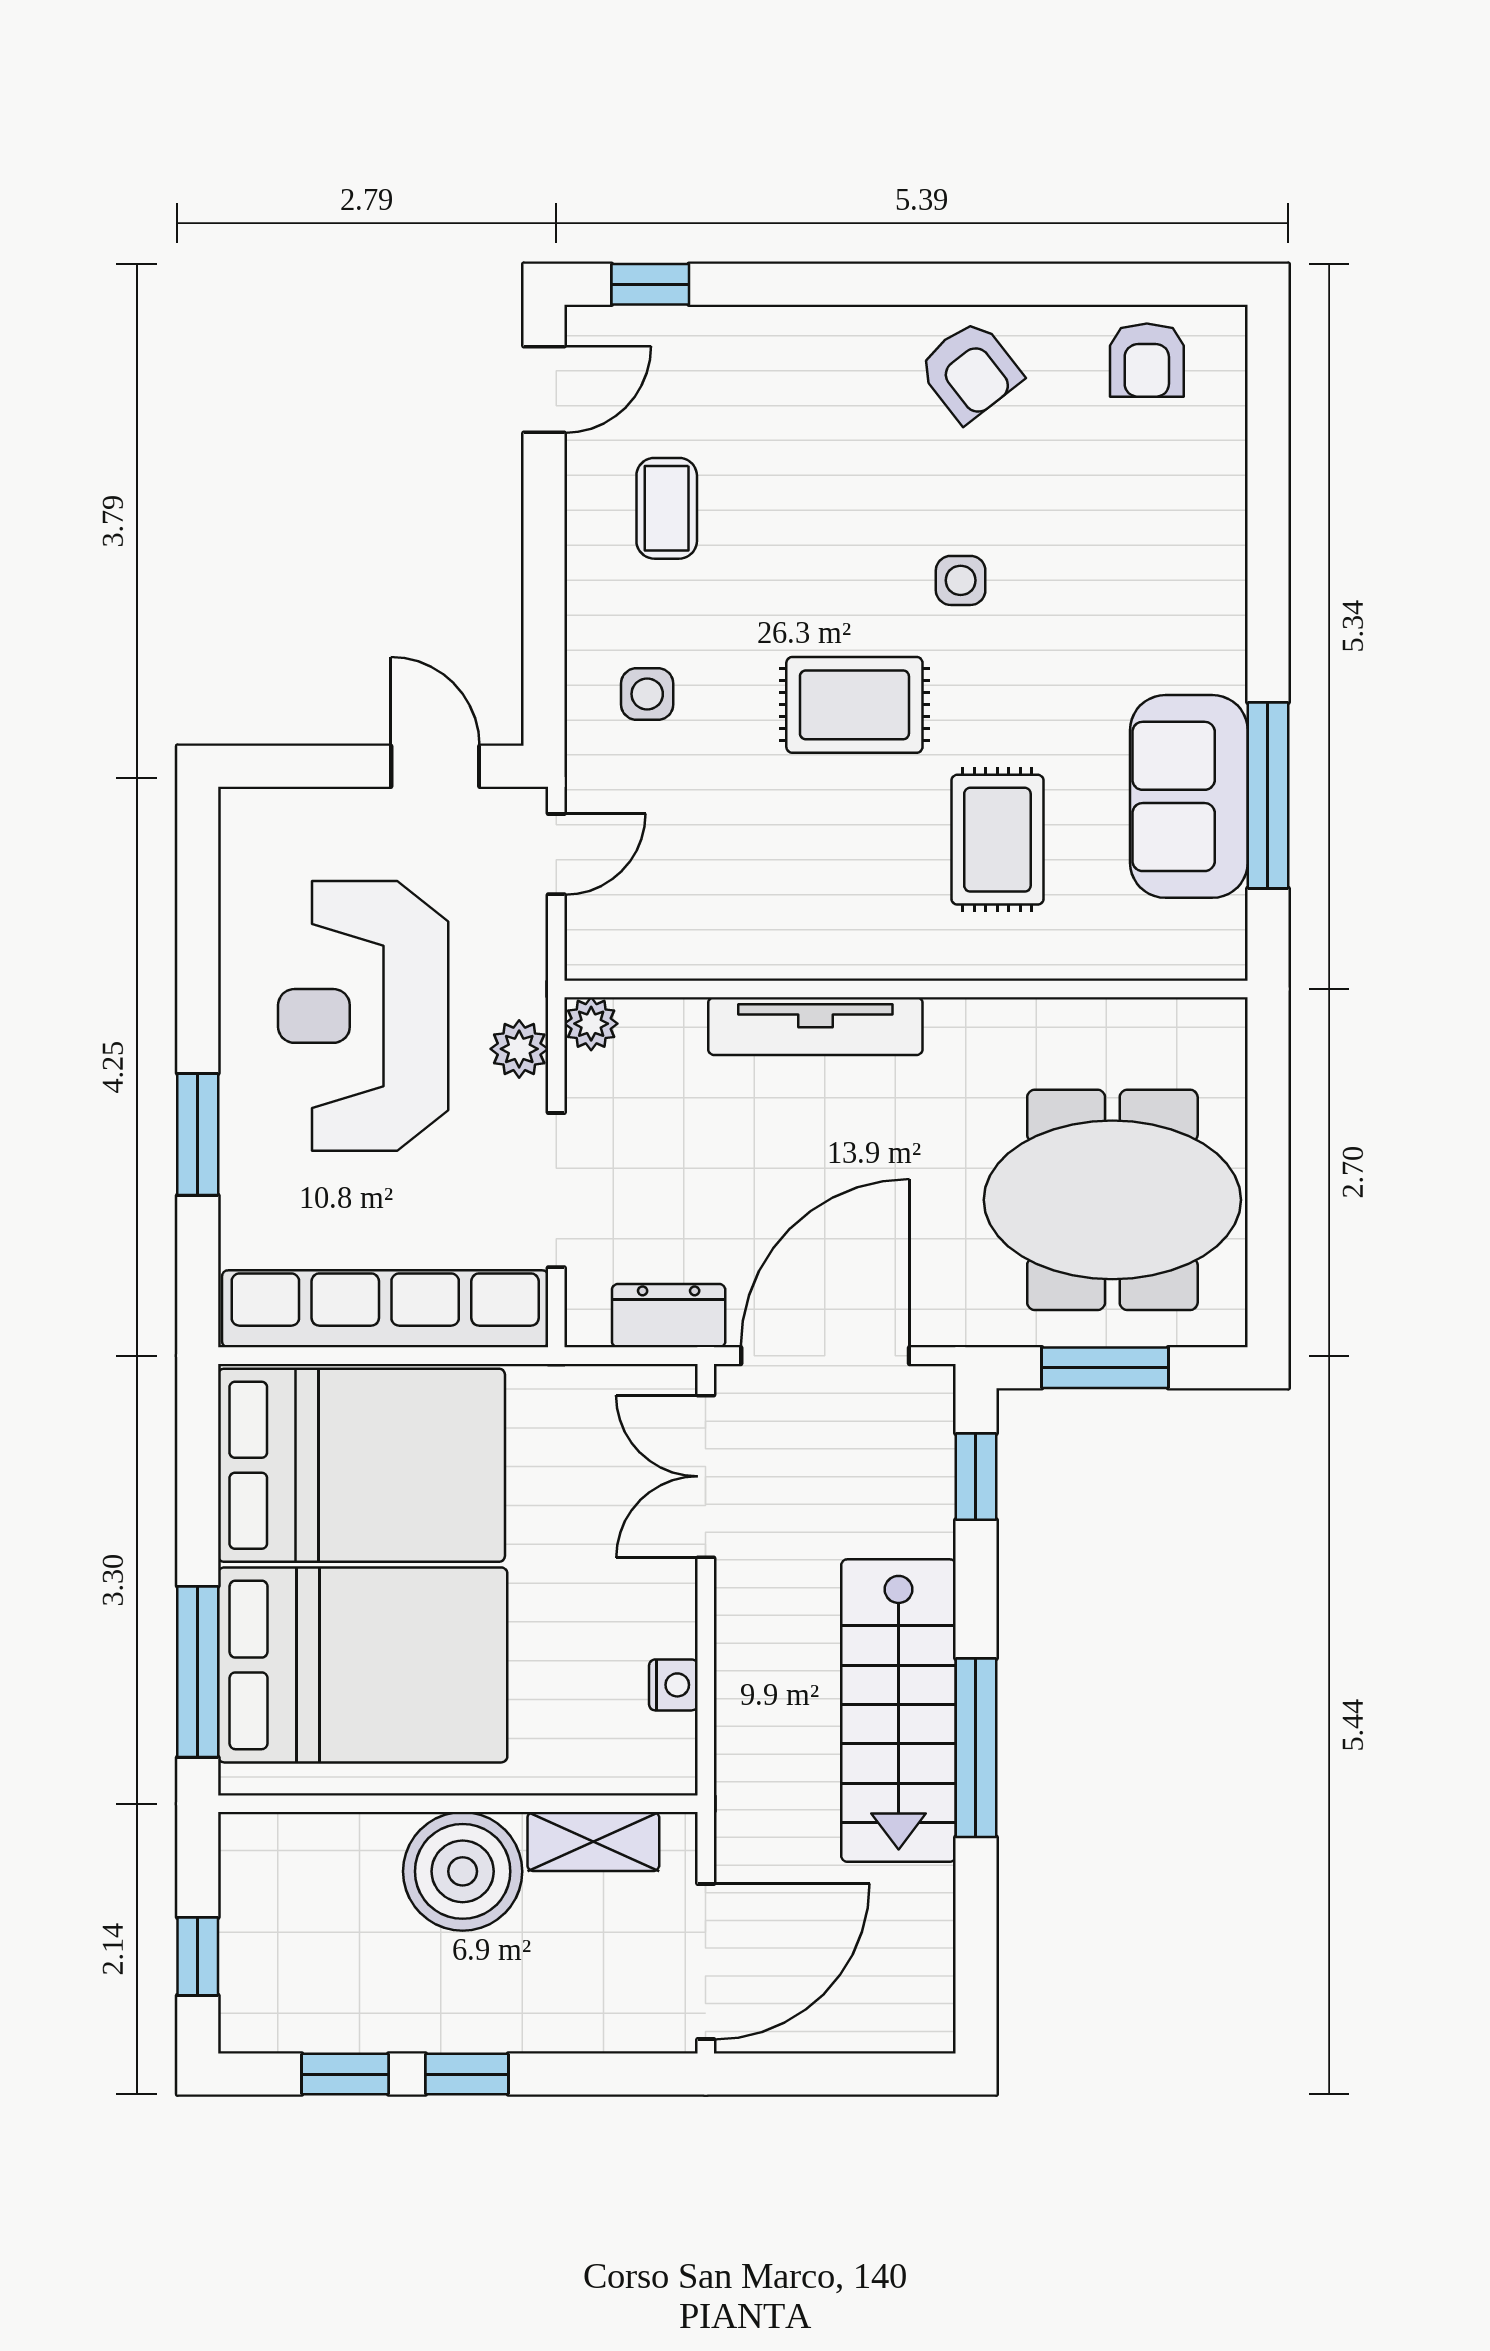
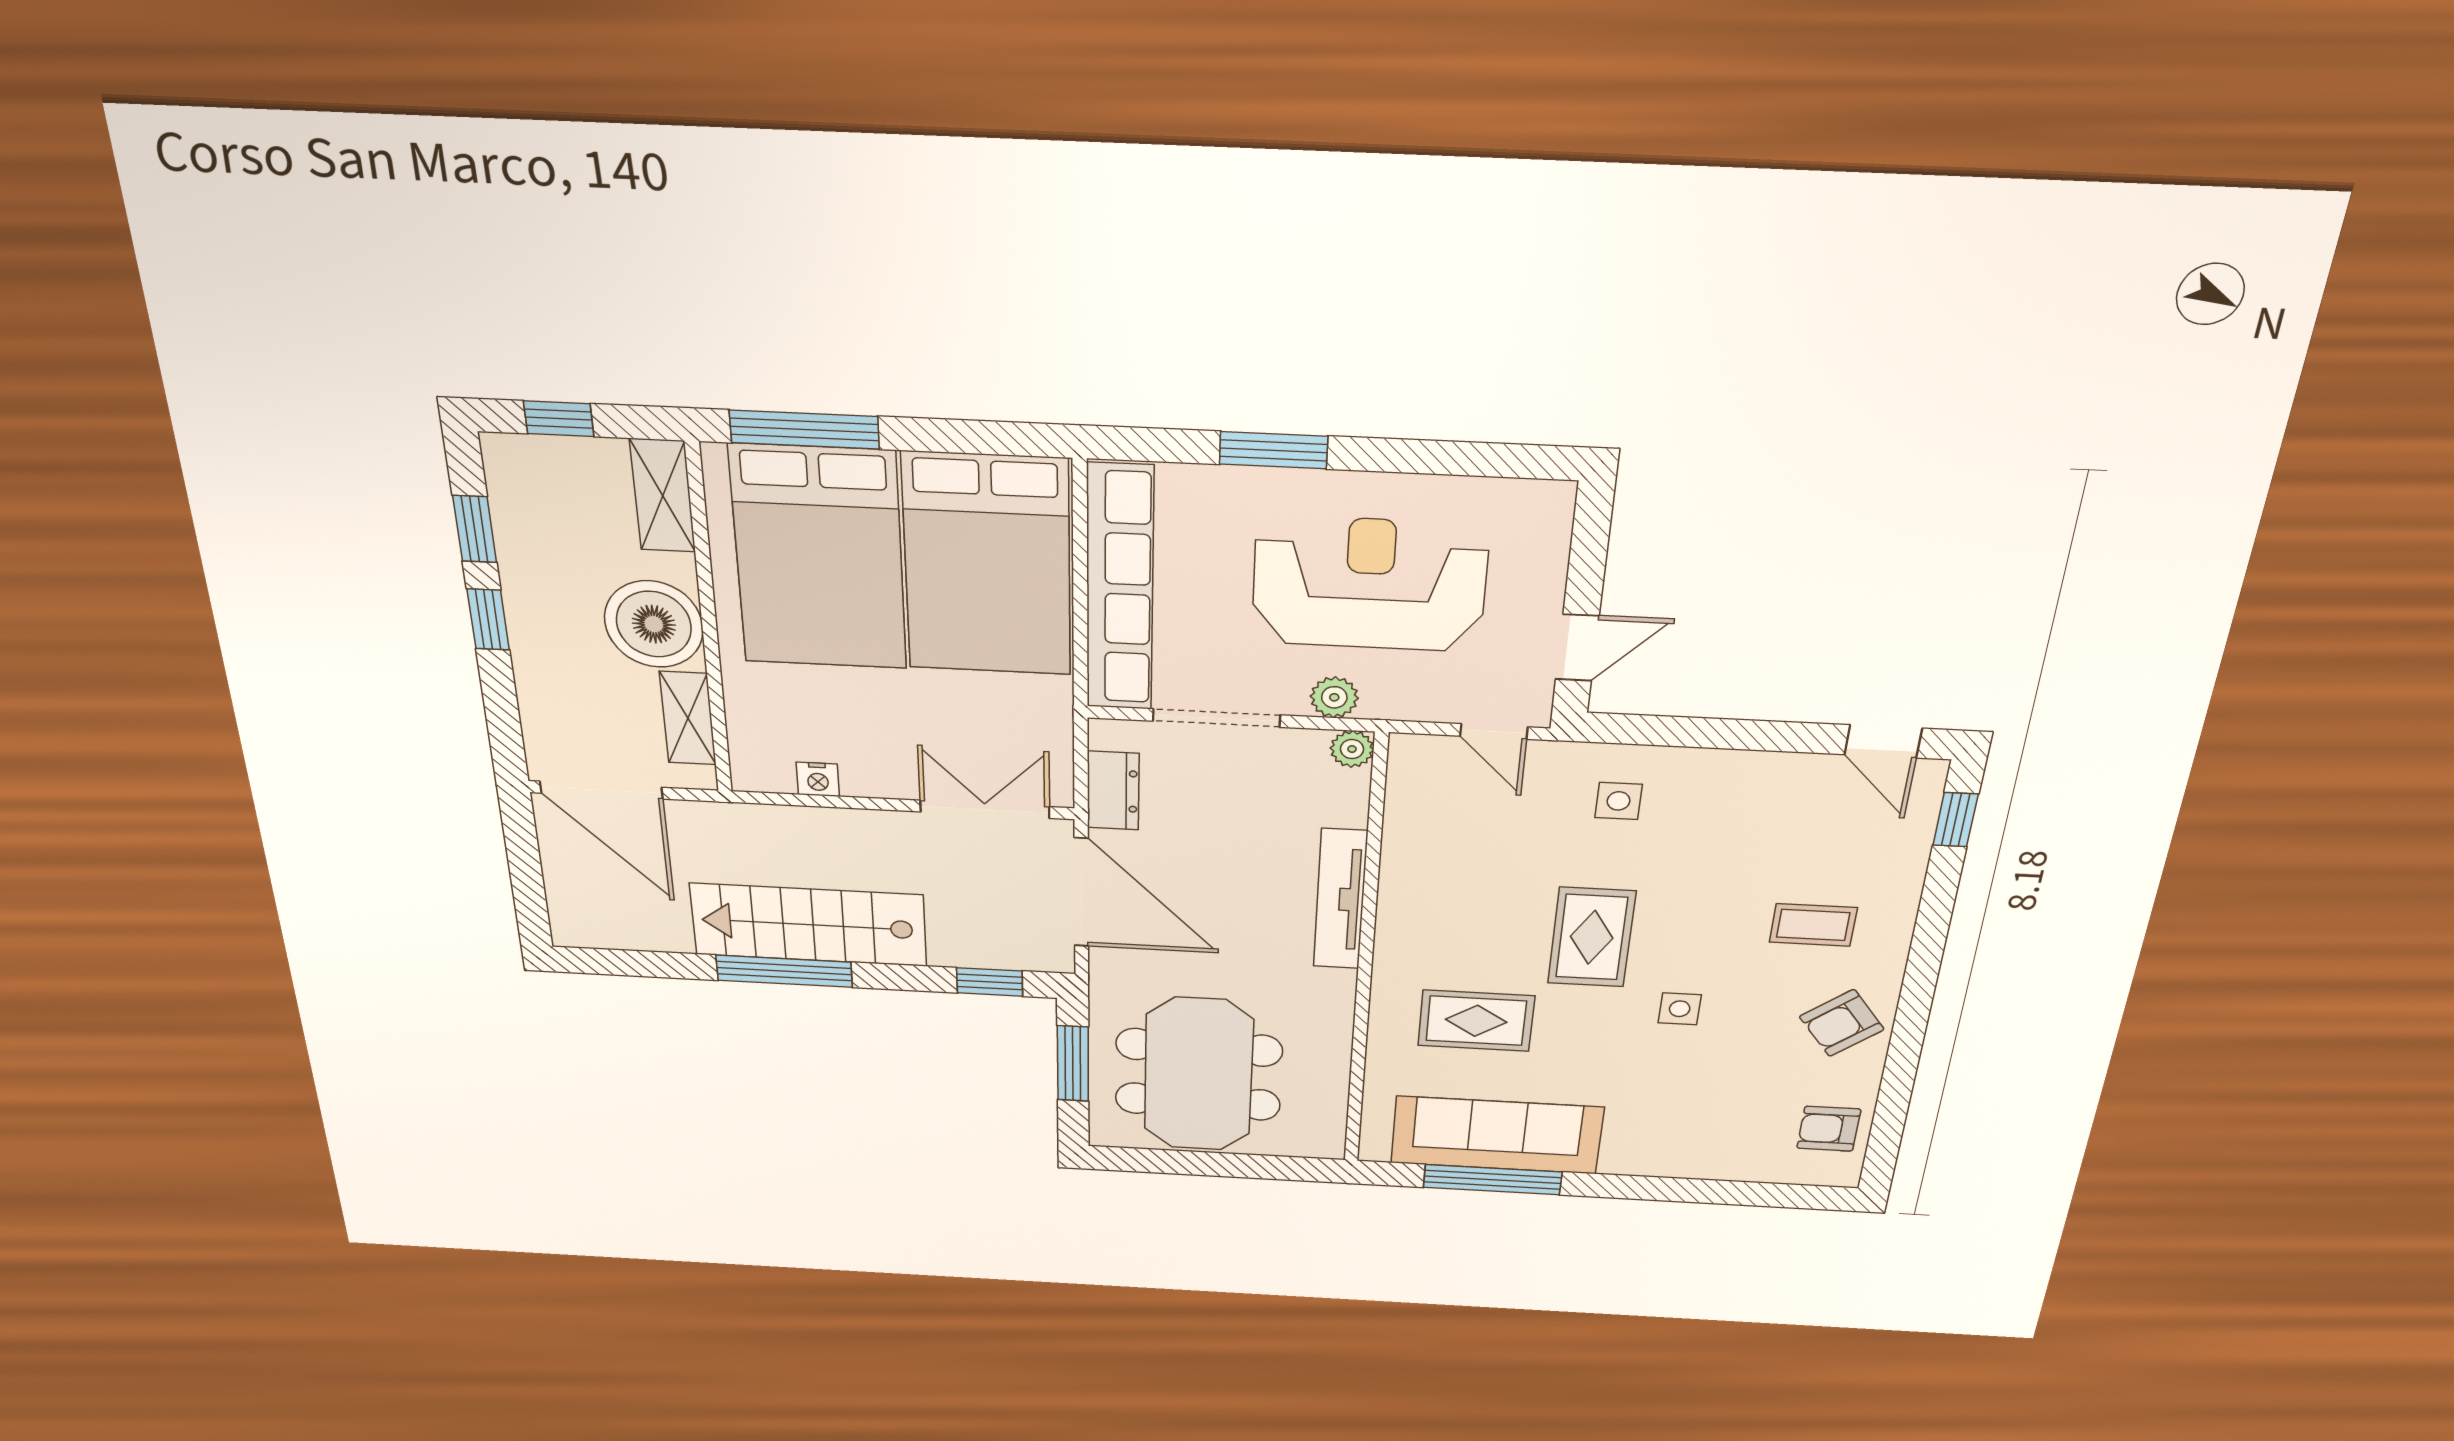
coffee table: (667, 508) -> (1813, 925), moved
sofa: (1189, 796) -> (1497, 1135), width x1.36
shelving: (290, 1844) -> (663, 496), added

